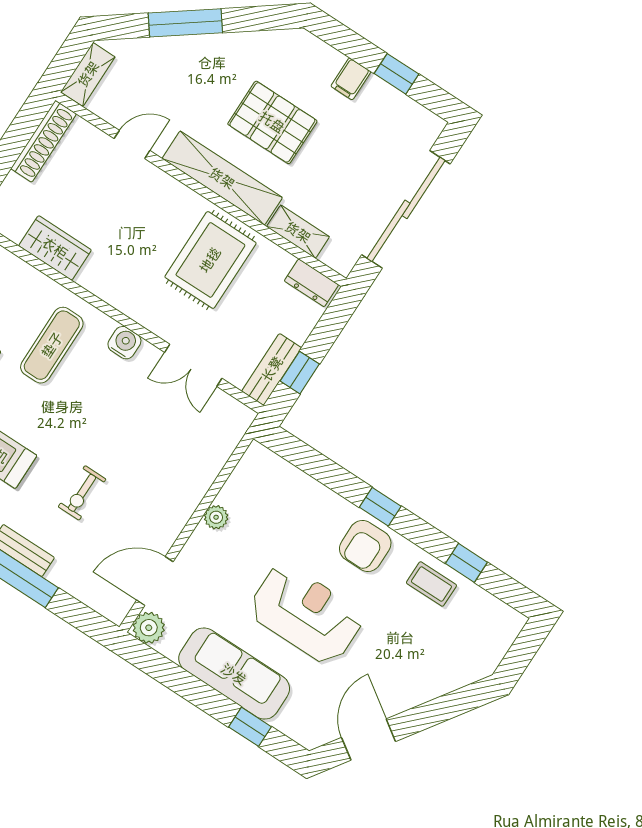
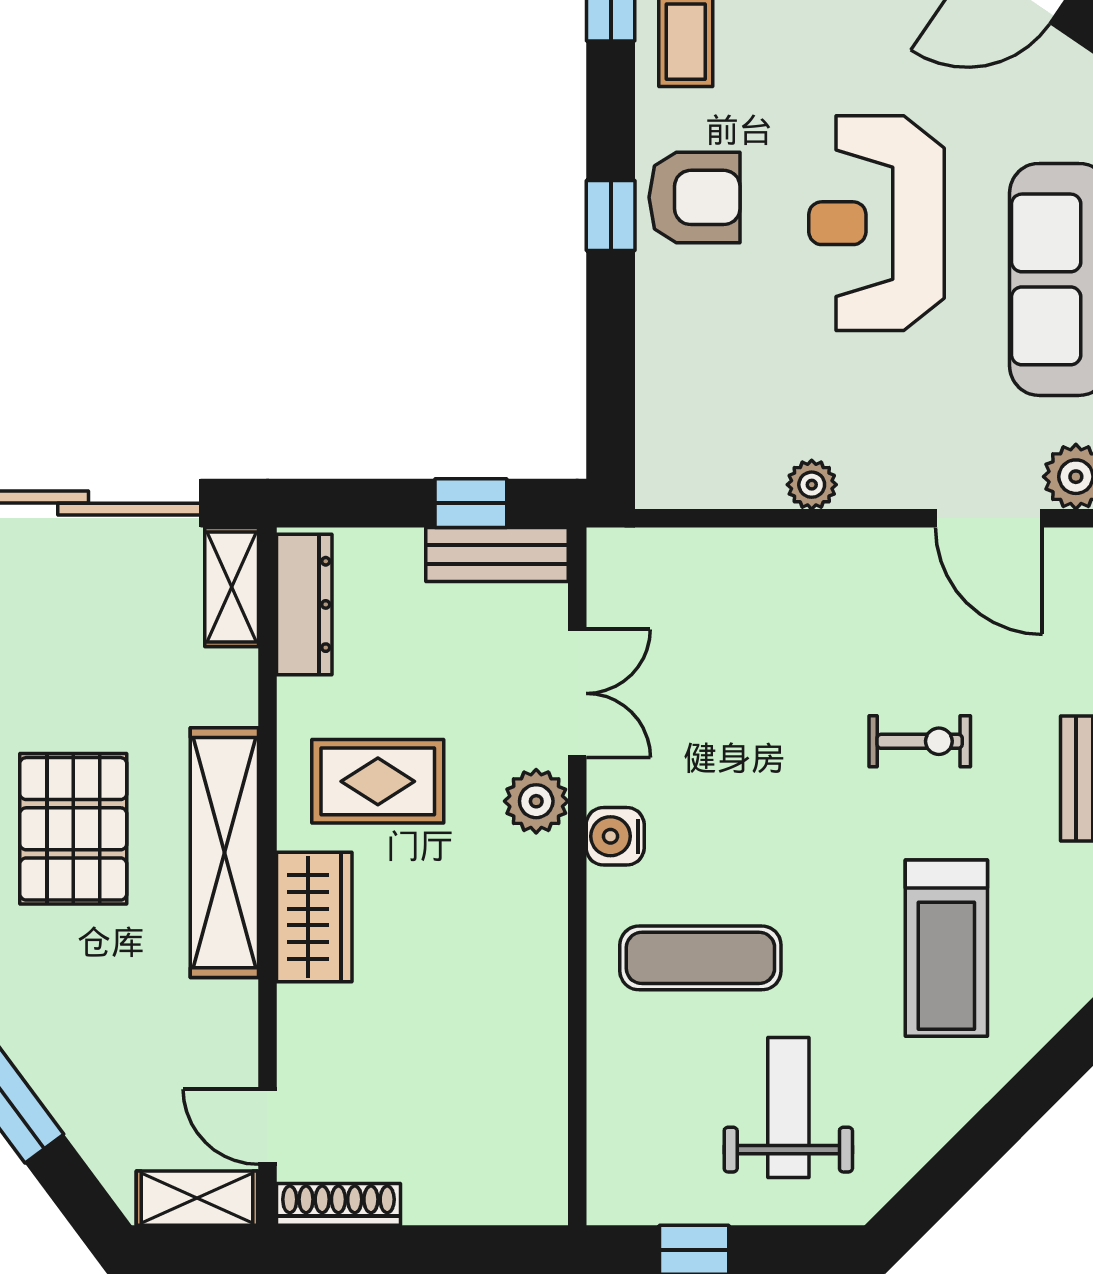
shoe rack: (44, 141) -> (338, 1204), width x0.74, depth x0.81
door: (132, 144) -> (268, 1127), moved
shelving: (298, 232) -> (232, 587), moved
wardrobe: (55, 248) -> (314, 917), moved, turned 180
rug: (210, 260) -> (378, 781), width x0.73, depth x0.70
dresser: (311, 283) -> (304, 604), width x1.44
plant: (160, 320) -> (536, 801), added

